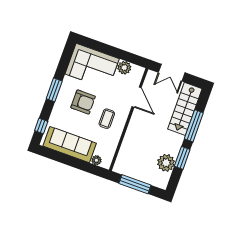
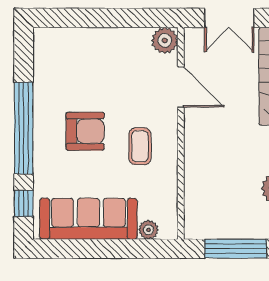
corner sofa: (92, 66) -> (78, 59), removed
plant: (124, 68) -> (165, 40), moved
window: (54, 90) -> (24, 128), width x2.11

